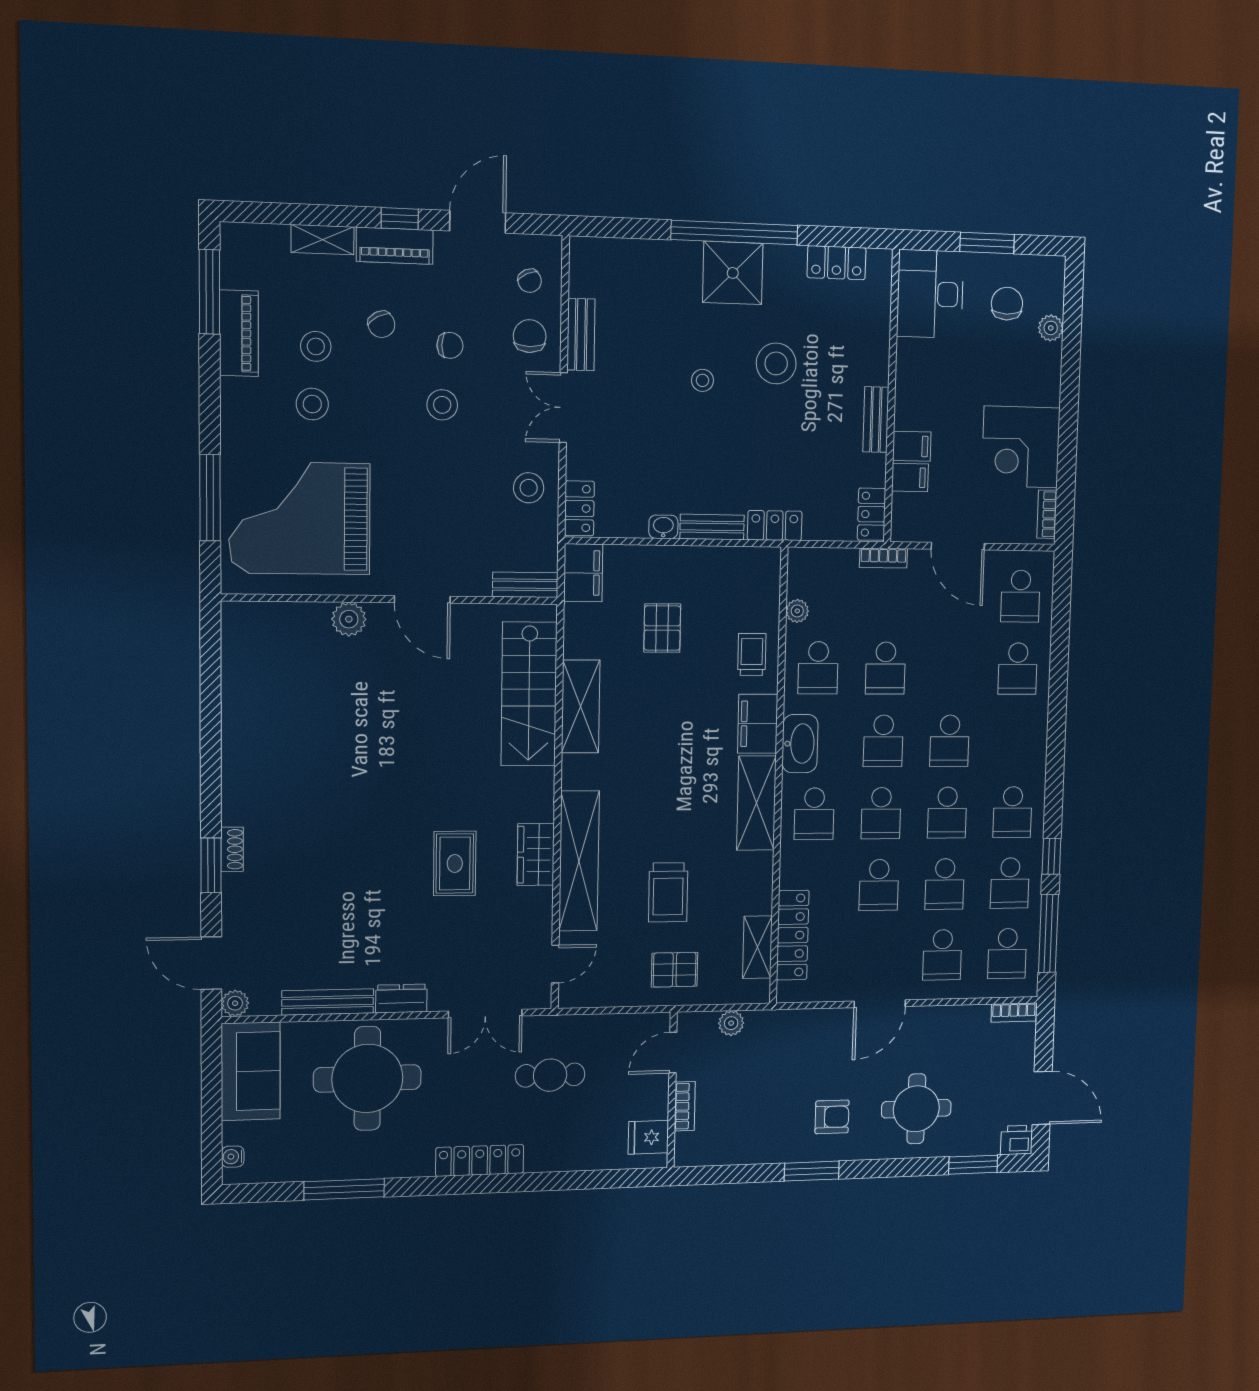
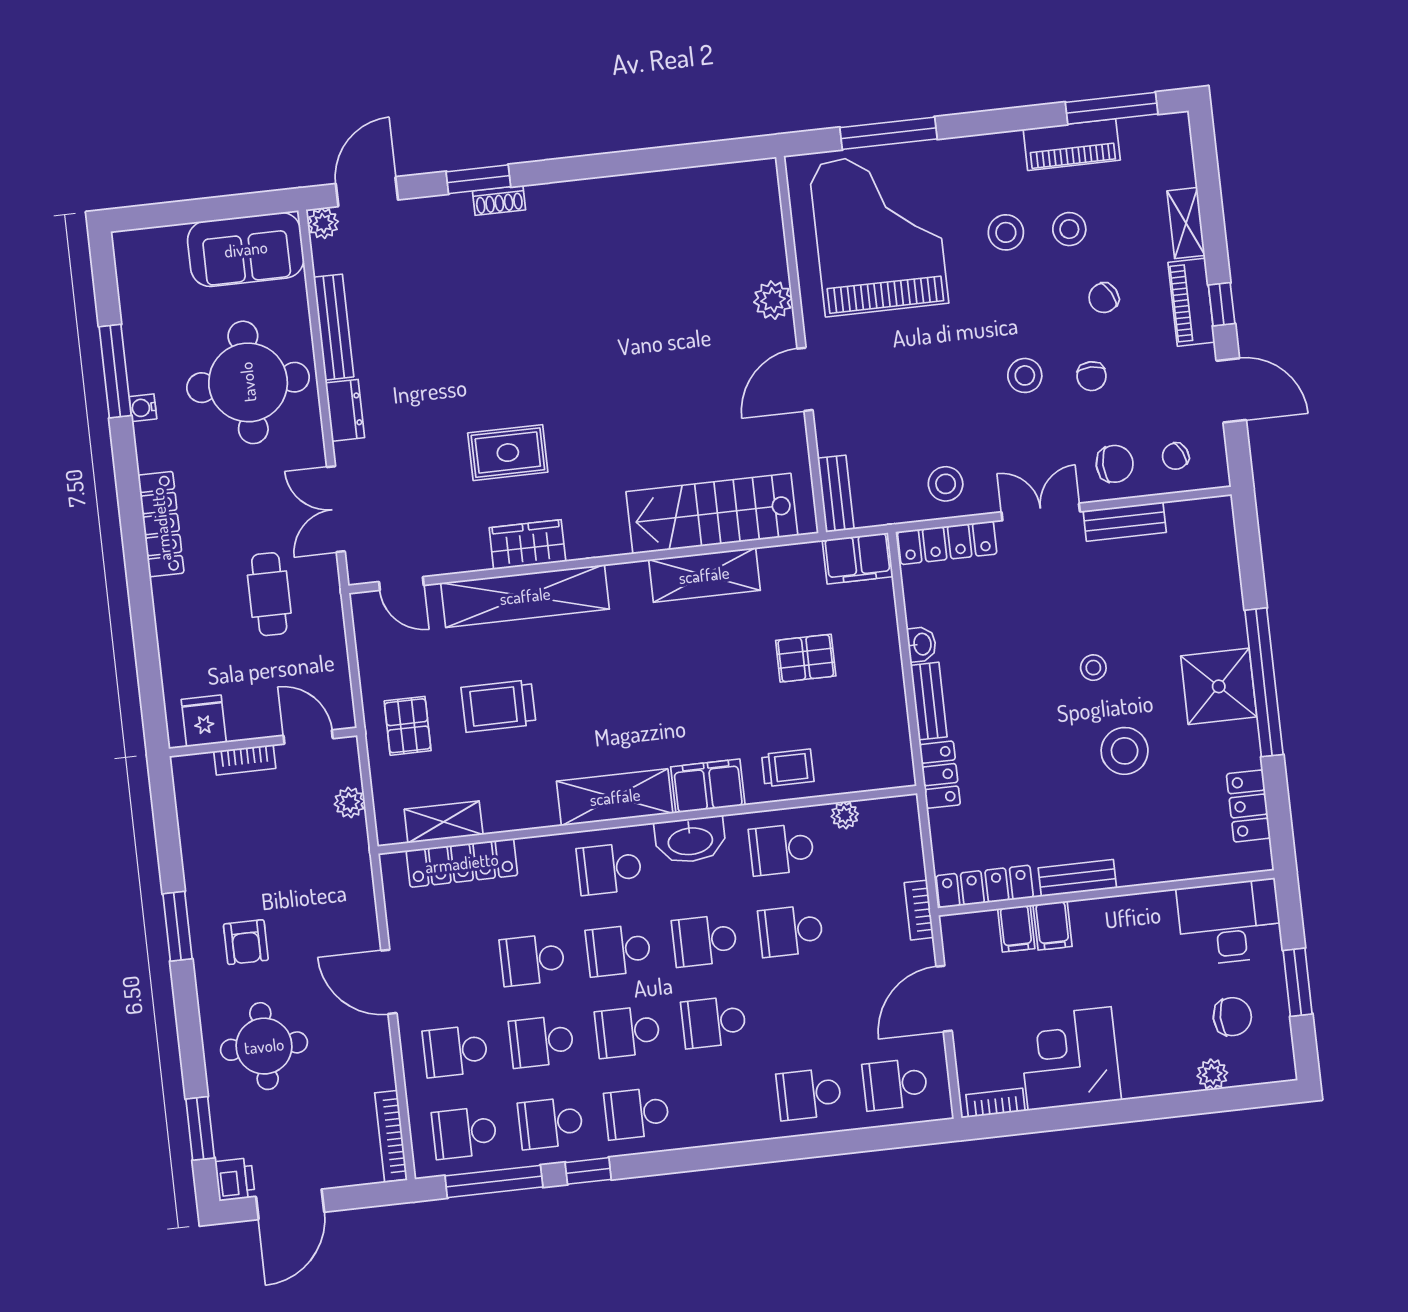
locker: (579, 508) -> (947, 543), width x1.53
locker: (872, 514) -> (985, 887), width x1.53
bookcase: (1014, 1013) -> (391, 1136), width x1.56
water cooler: (233, 1157) -> (143, 408), moved, turned -90

